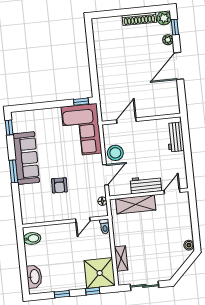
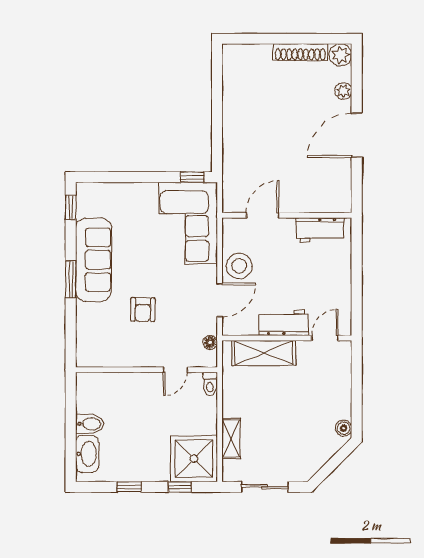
window: (175, 27) -> (357, 71), removed
workbench: (175, 137) -> (320, 230), moved, turned -90
bidet: (32, 238) -> (90, 424), moved

